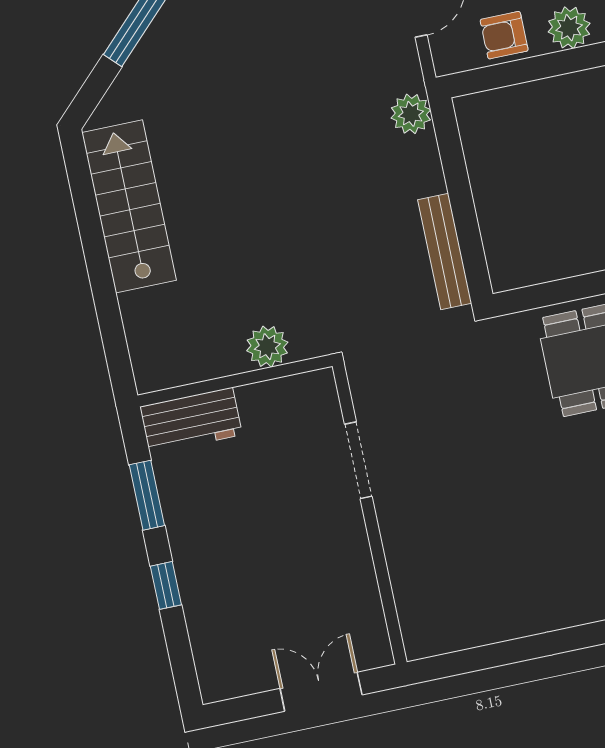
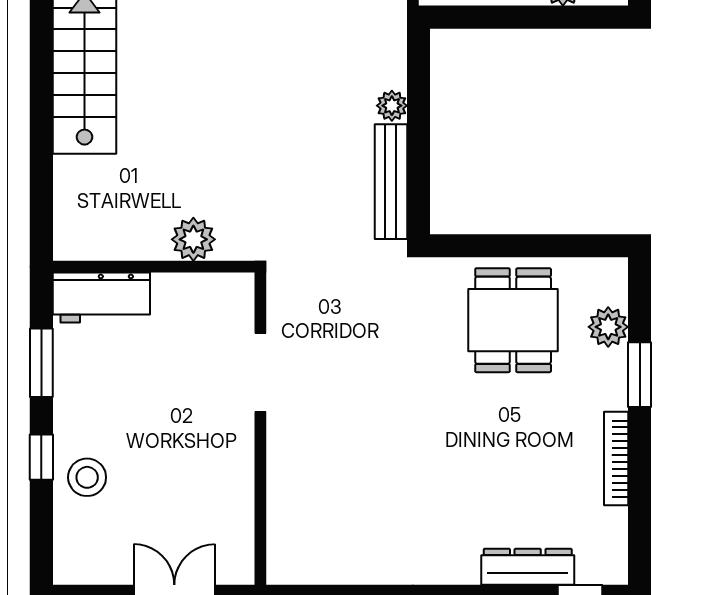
plant: (411, 114) -> (392, 106), moved, width x0.73, depth x0.73
stool: (214, 596) -> (87, 477), added

